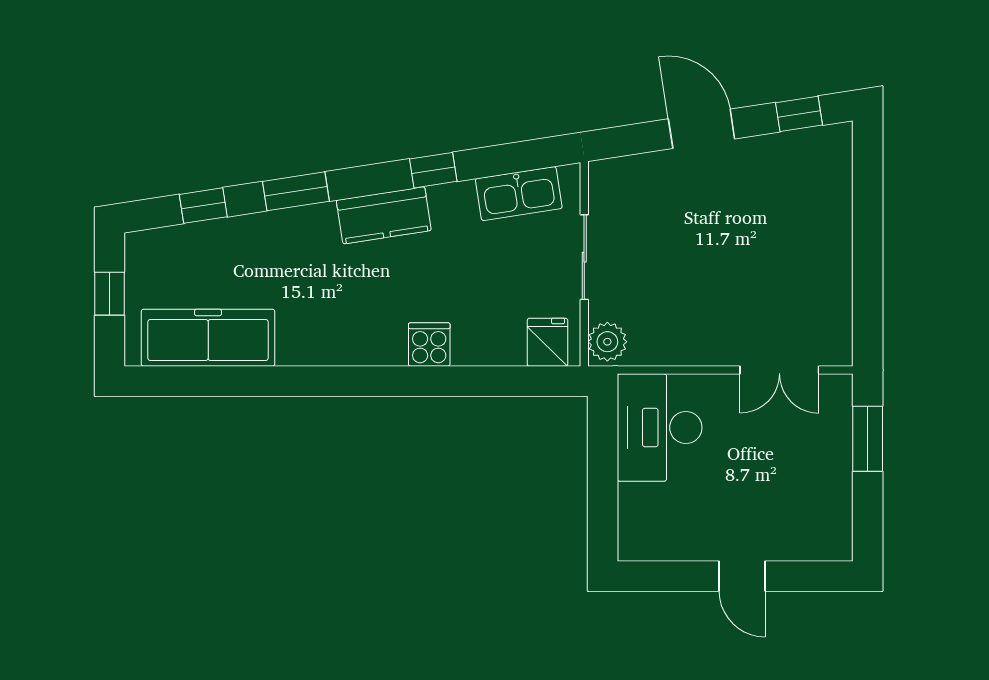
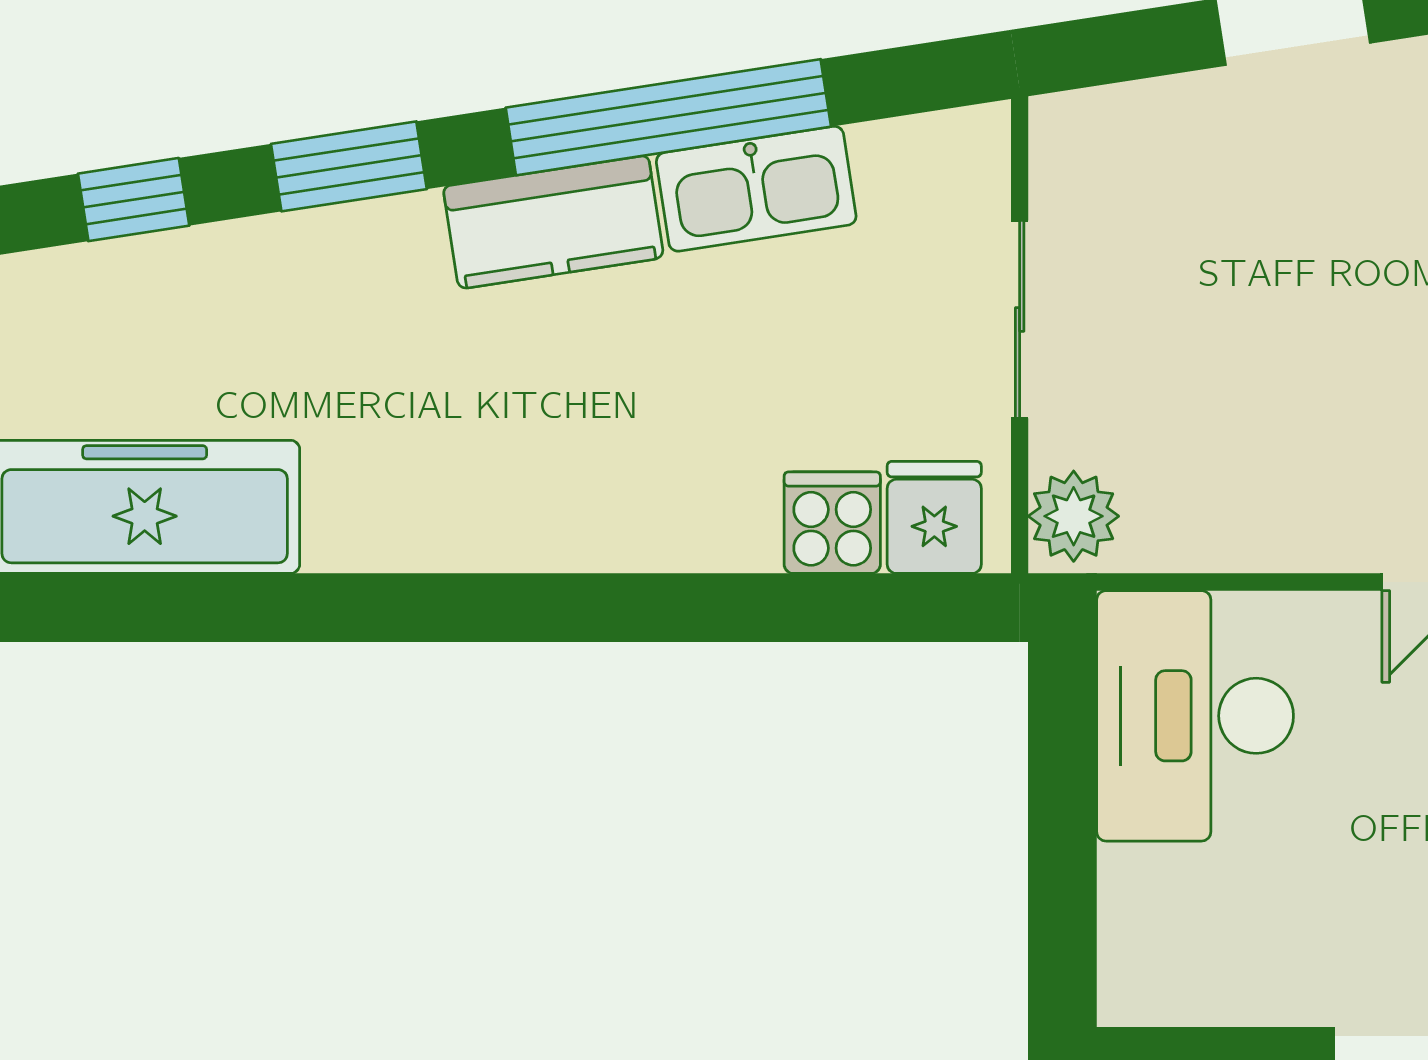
window: (433, 170) -> (668, 117), width x3.17
kitchen sink: (519, 194) -> (756, 189), moved
cooker: (429, 345) -> (832, 523), moved

